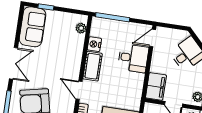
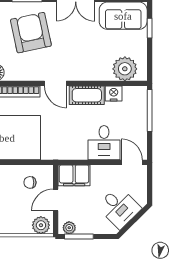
plant: (81, 28) -> (125, 69), width x1.88, depth x1.88
door: (79, 90) -> (55, 83), swing flipped

